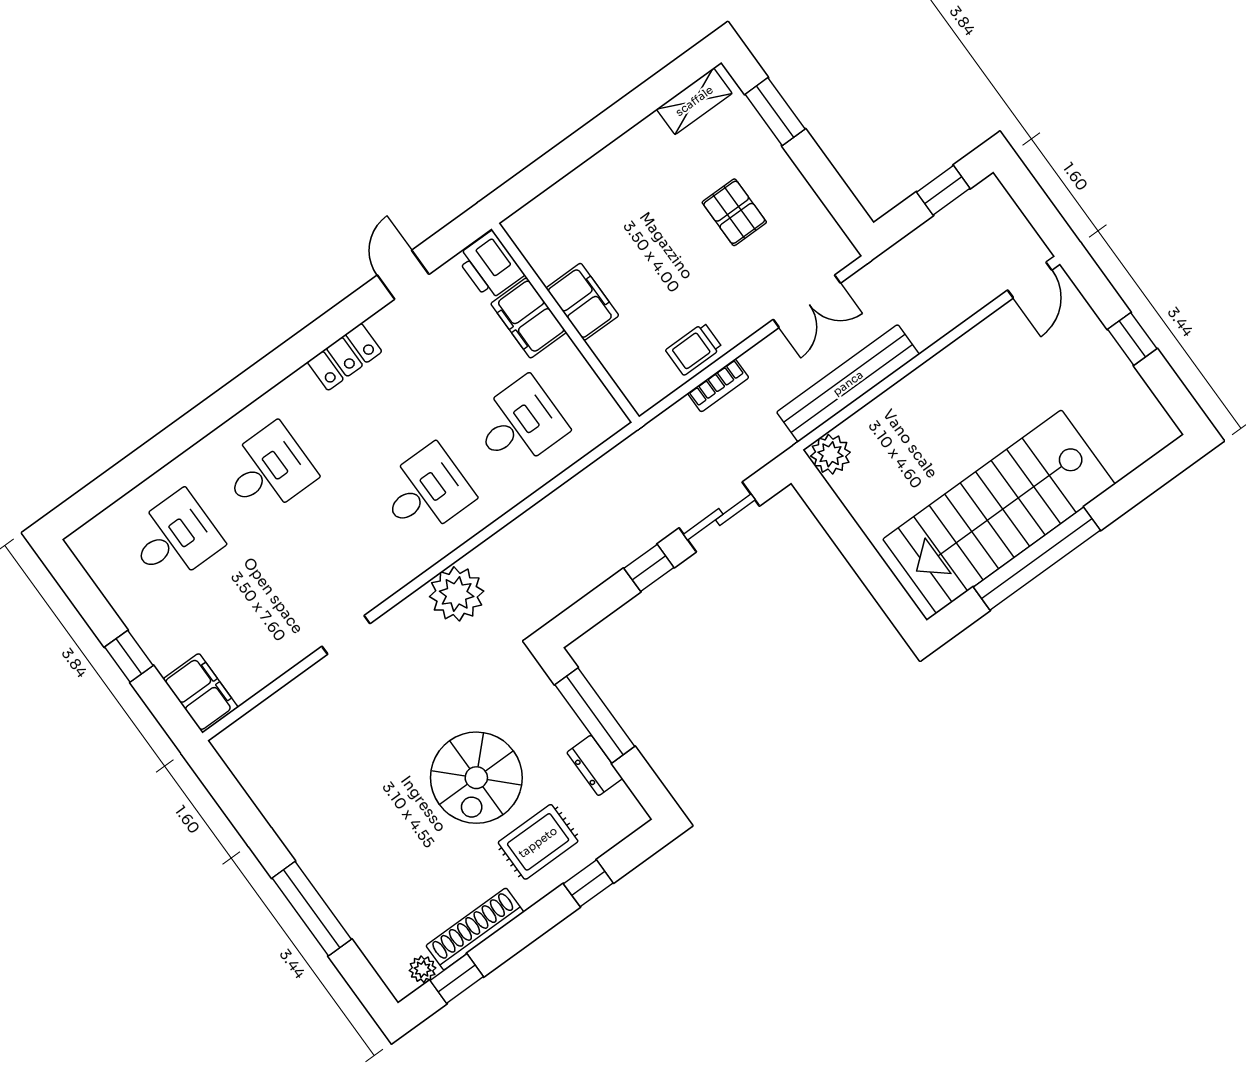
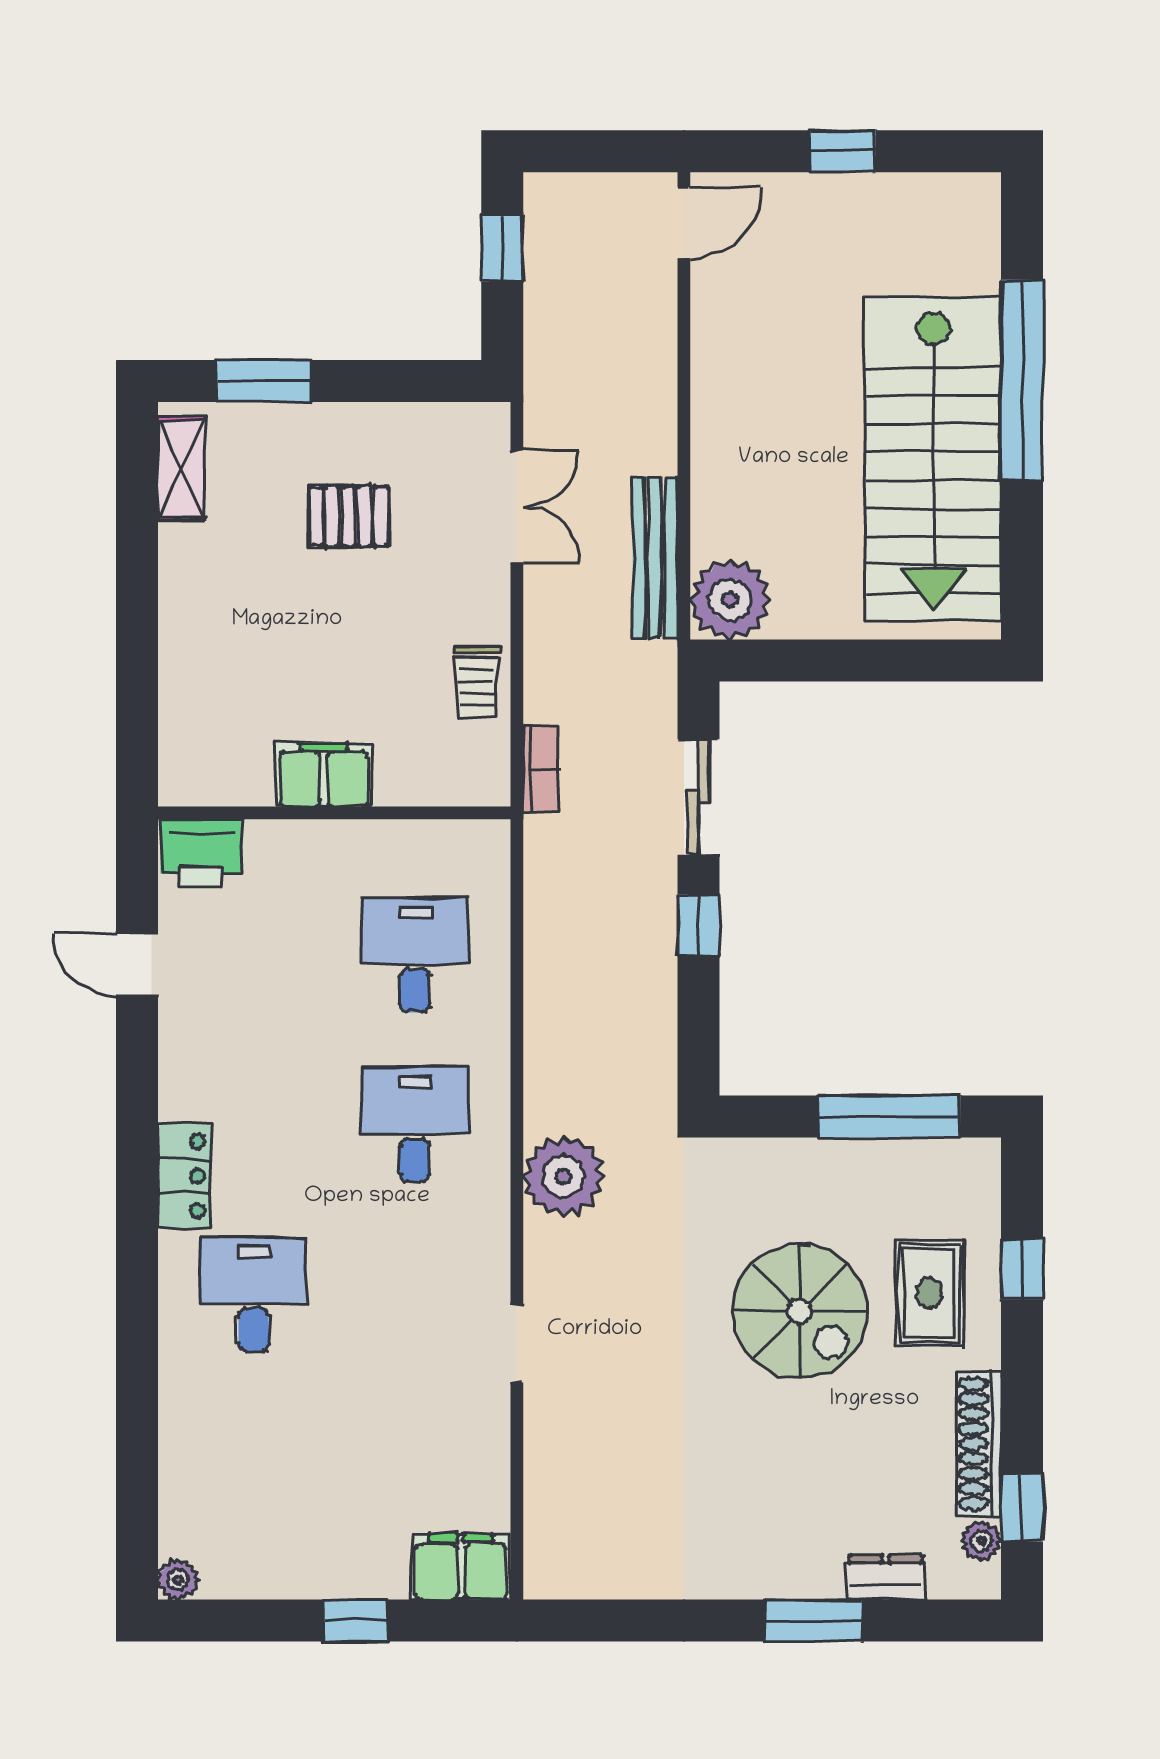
door: (1030, 280) -> (684, 223), hinge flipped
filing cabinet: (529, 318) -> (297, 852), removed
locker: (345, 357) -> (184, 1176), moved
bench: (848, 383) -> (655, 558), width x0.73, depth x0.82
bookcase: (718, 385) -> (541, 769), moved
plant: (831, 454) -> (730, 600), width x1.36, depth x1.36
desk: (175, 538) -> (254, 1464), removed
plant: (81, 542) -> (178, 1580), added
window: (1037, 559) -> (1022, 380), moved
window: (595, 715) -> (889, 1117), moved
dresser: (595, 765) -> (886, 1577), moved, turned 180
window: (312, 909) -> (814, 1621), width x0.69

